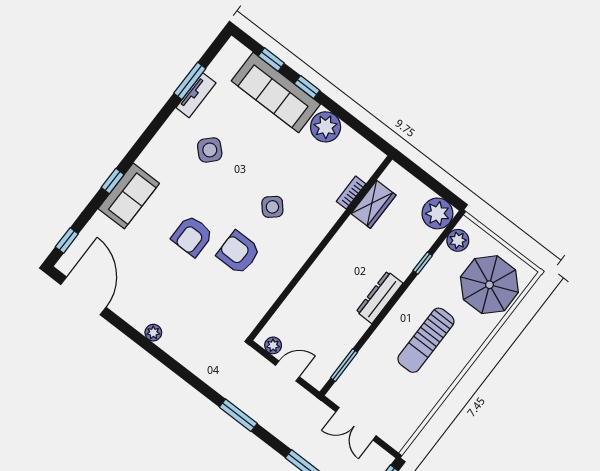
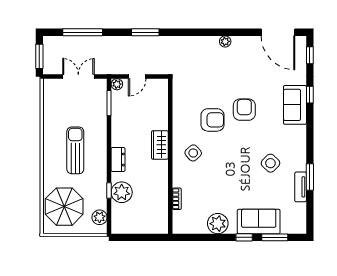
window: (271, 60) -> (275, 237), width x1.50
window: (190, 81) -> (310, 177), moved
sofa: (276, 92) -> (259, 221), width x0.73
window: (113, 181) -> (310, 95), moved
wardrobe: (373, 204) -> (160, 145), moved
side table: (272, 207) -> (193, 153), moved
plant: (437, 213) -> (122, 192), moved
dresser: (380, 297) -> (118, 160), width x0.70
plant: (273, 345) -> (117, 84), moved

